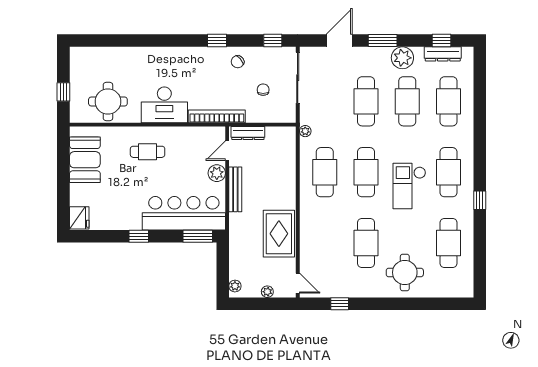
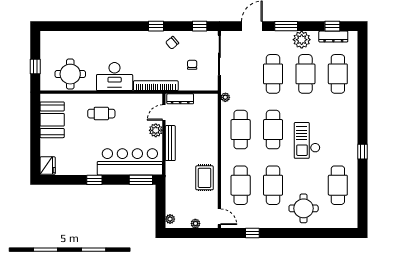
cafe table: (448, 172) -> (241, 185), moved
rug: (279, 234) -> (205, 178), width x0.73, depth x0.70

